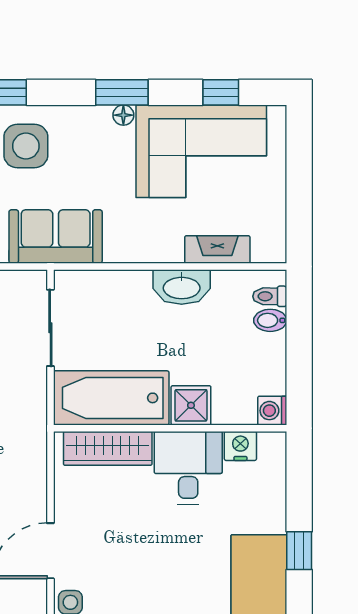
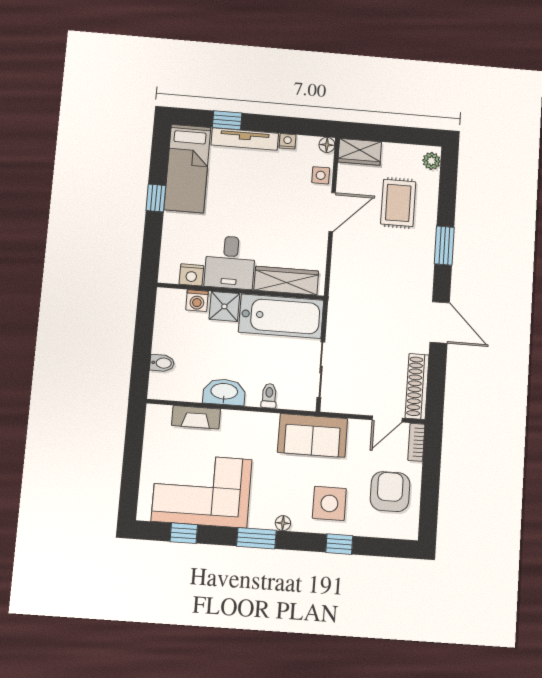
floor lamp: (123, 115) -> (283, 523), moved
toilet: (270, 296) -> (269, 396), moved, turned -90
washing machine: (272, 411) -> (197, 301), moved, turned 90

